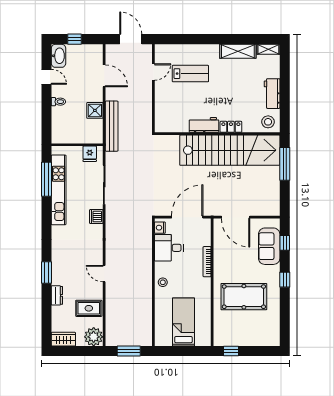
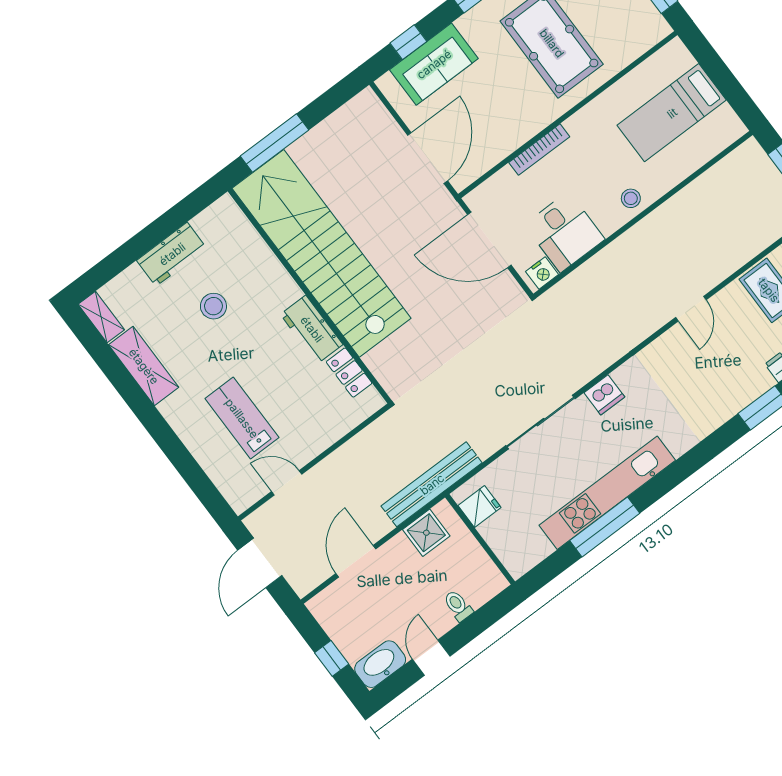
stool: (268, 122) -> (213, 306), moved
locker: (231, 127) -> (349, 373), moved
wall: (77, 145) -> (480, 539), moved
fridge: (90, 154) -> (479, 506), moved

